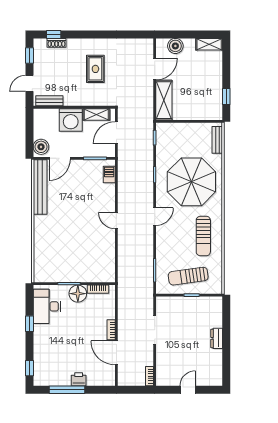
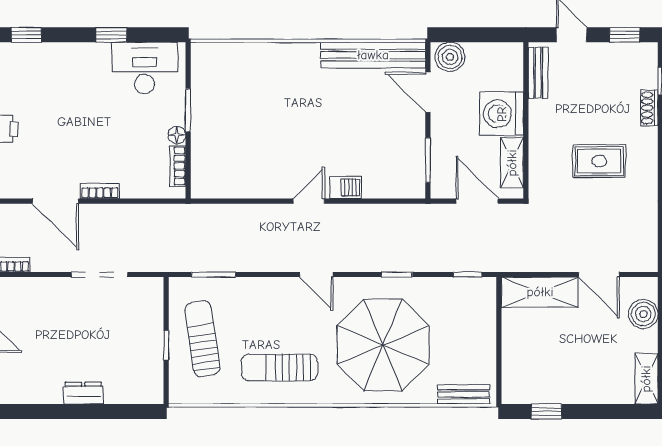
shoe rack: (56, 43) -> (649, 108), moved
barbecue: (109, 175) -> (346, 187), moved
floor lamp: (78, 294) -> (177, 135), width x0.53, depth x0.53
door: (116, 353) -> (56, 201), swing flipped

